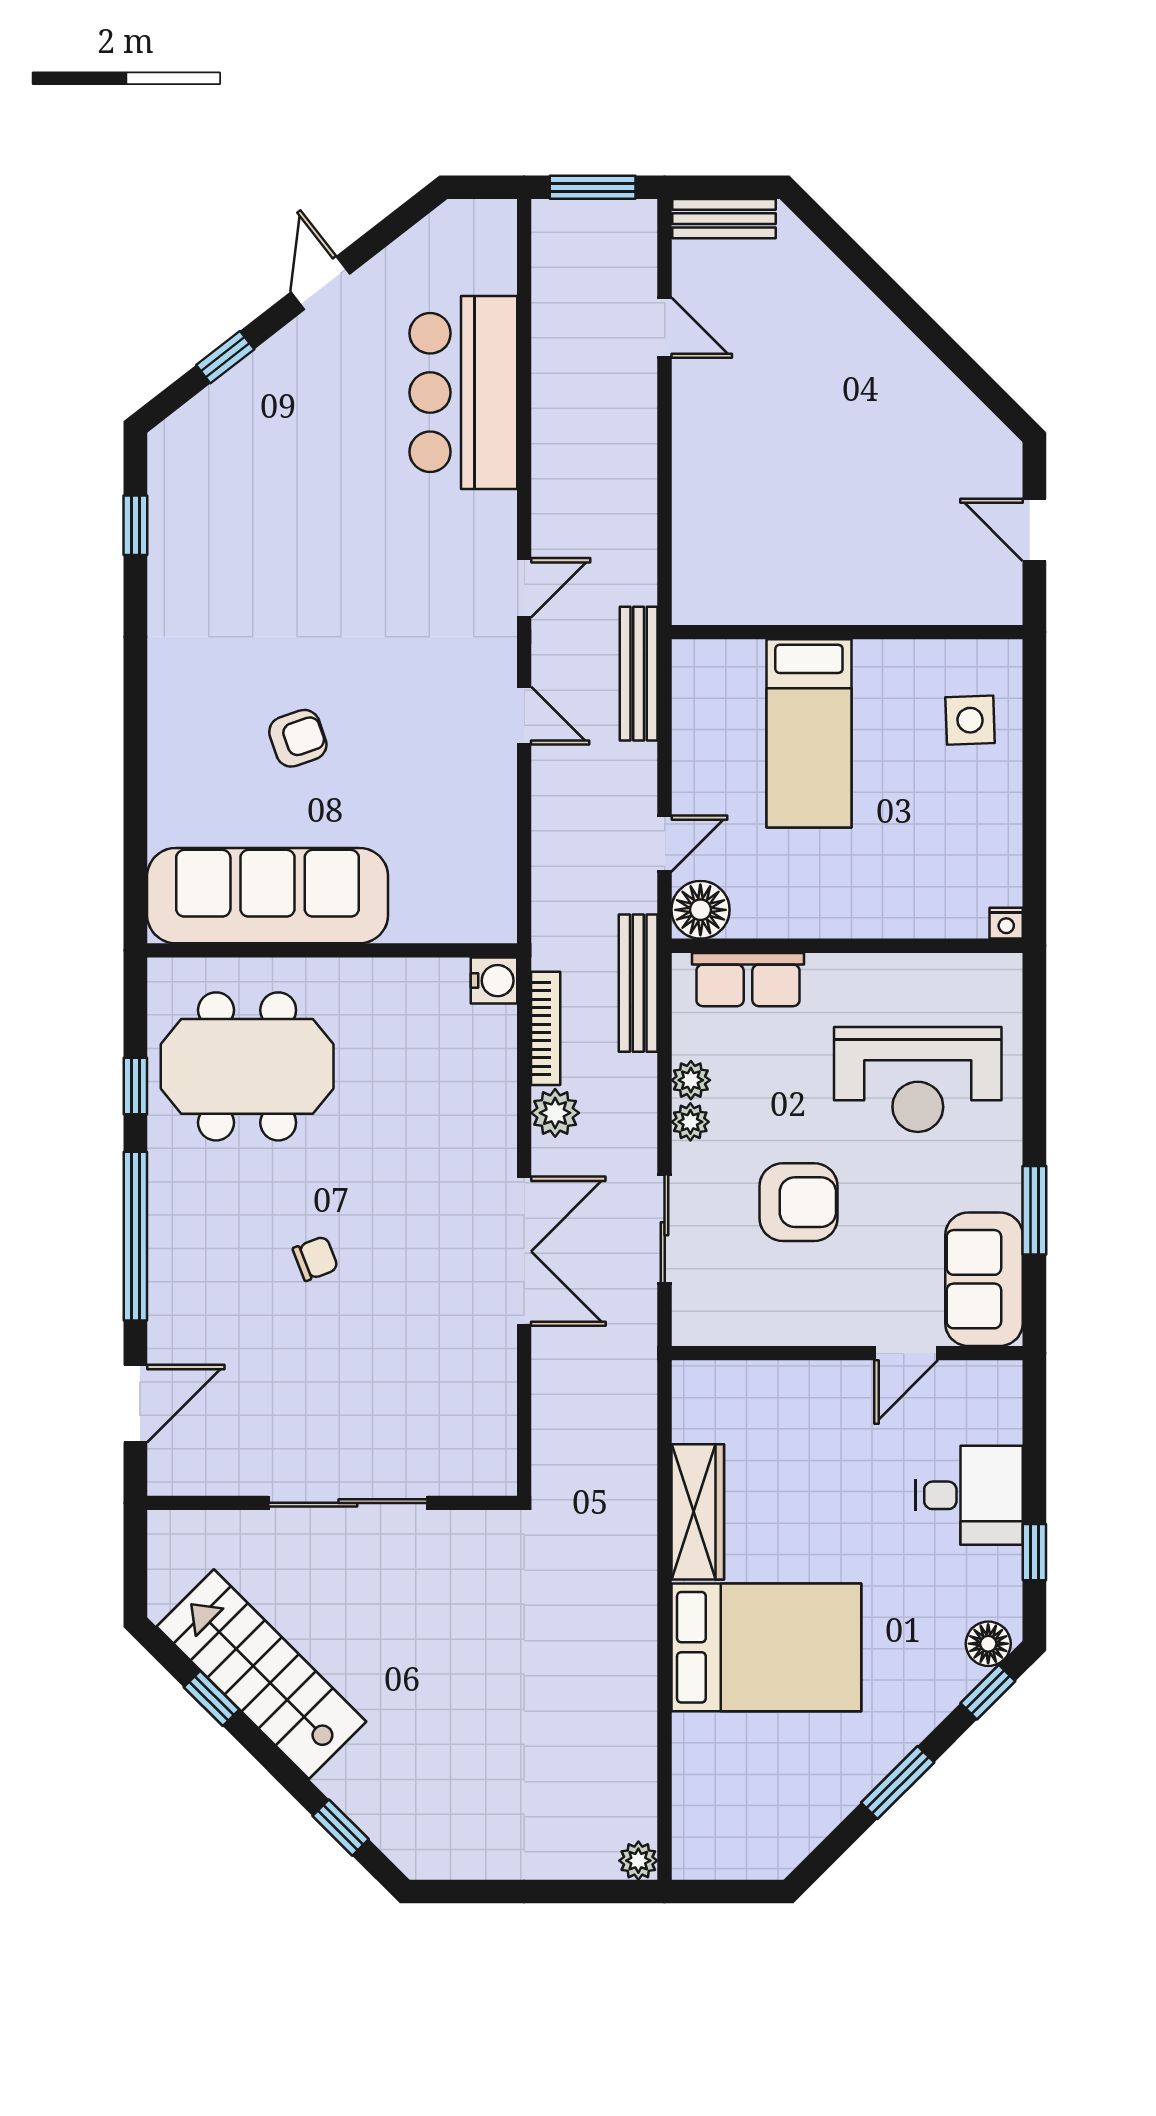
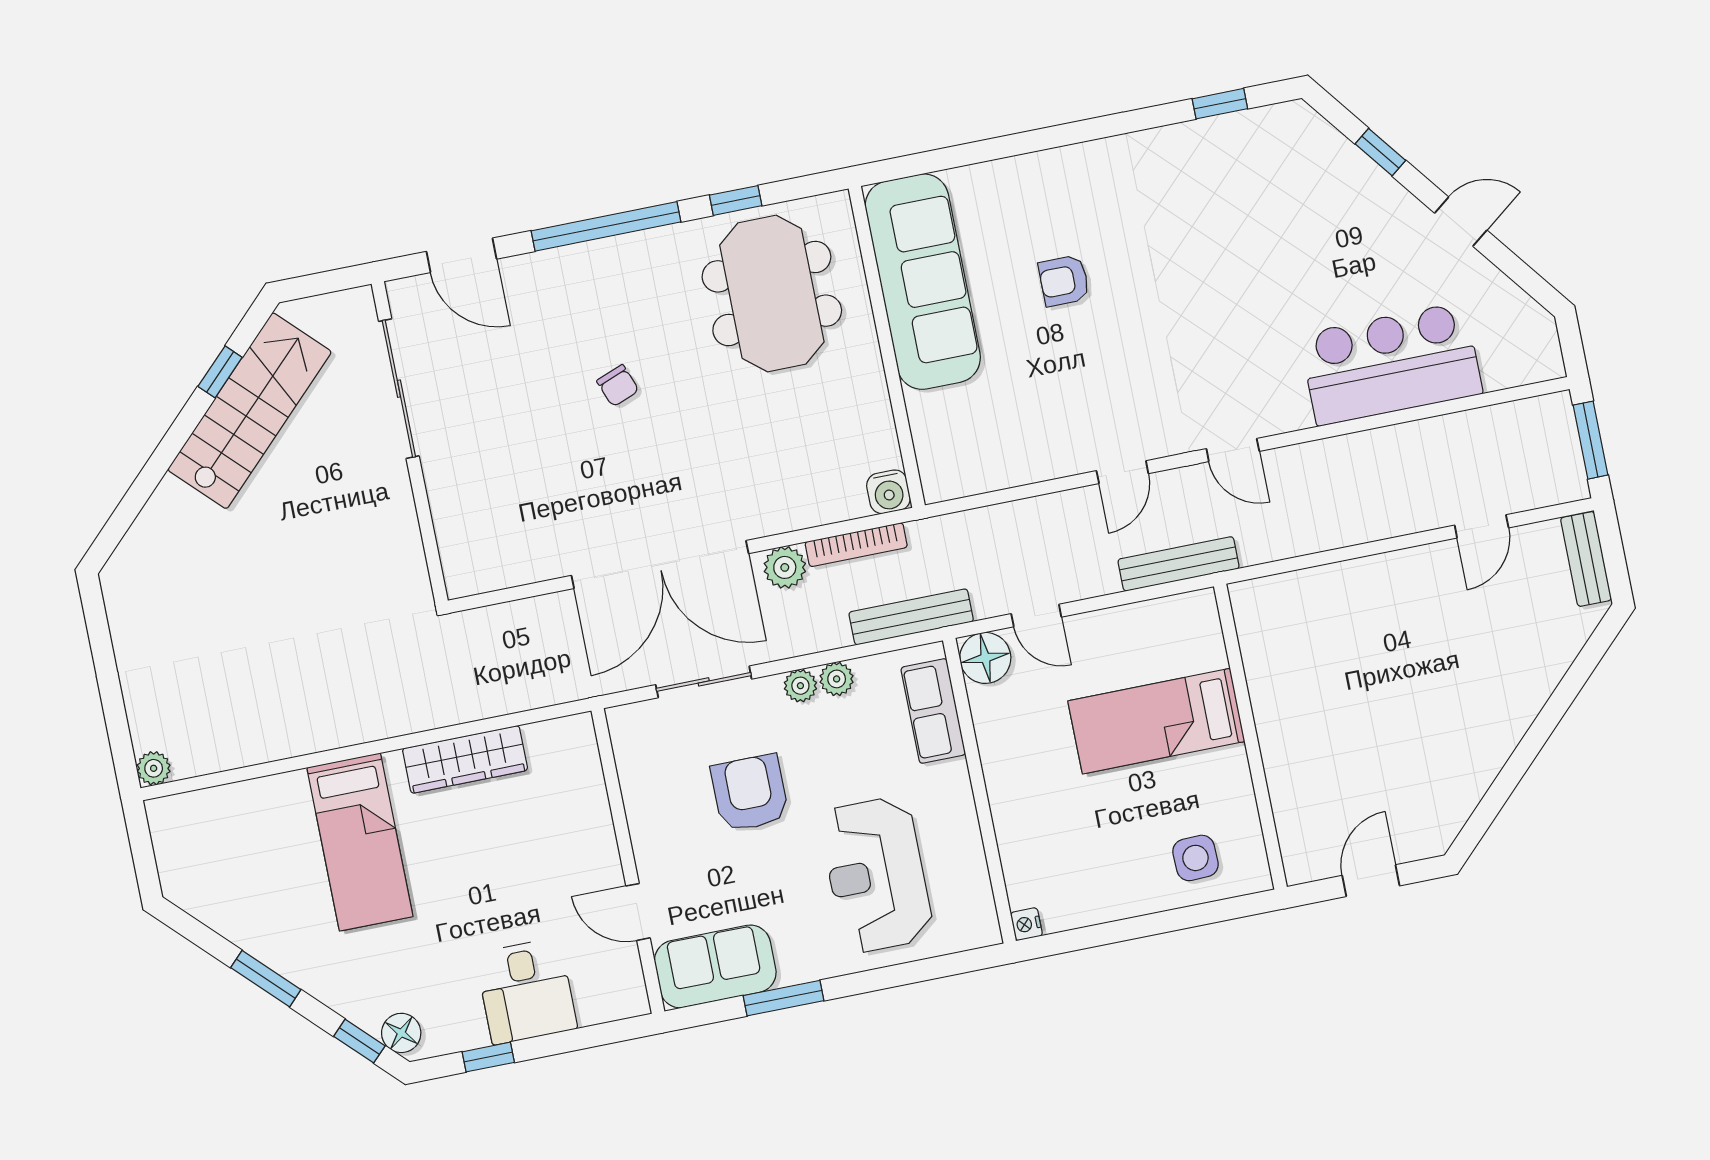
armchair: (298, 738) -> (1064, 281), turned 109
armchair: (799, 1202) -> (750, 793), turned 180
double door: (524, 1251) -> (660, 565), width x1.36
sliding door: (348, 1503) -> (399, 389), moved
bed: (766, 1647) -> (360, 842), width x0.67
window: (341, 1828) -> (131, 506), removed

